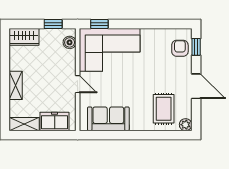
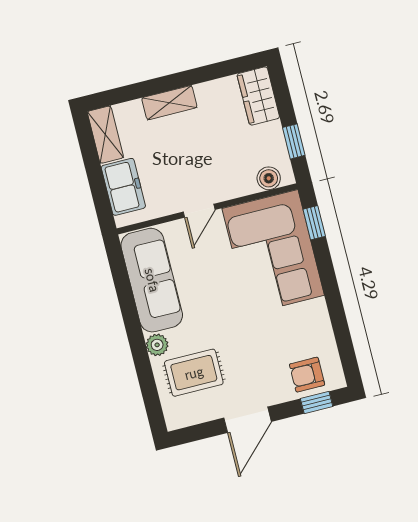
armchair: (180, 48) -> (307, 375), turned 180
sofa: (108, 119) -> (152, 280), width x1.36
plant: (186, 125) -> (157, 345), moved

